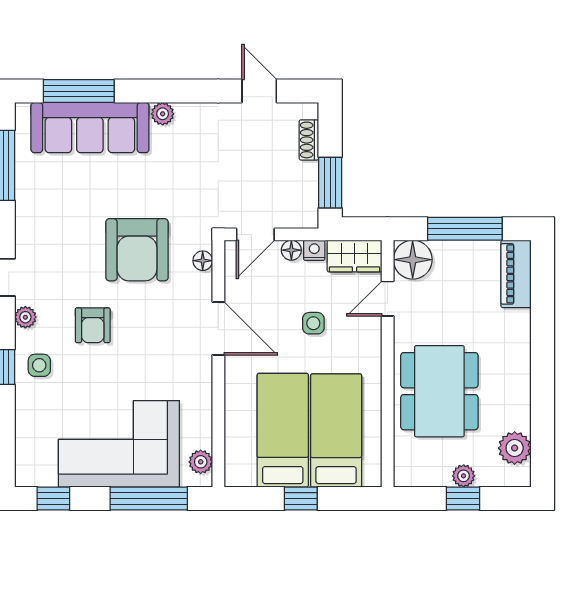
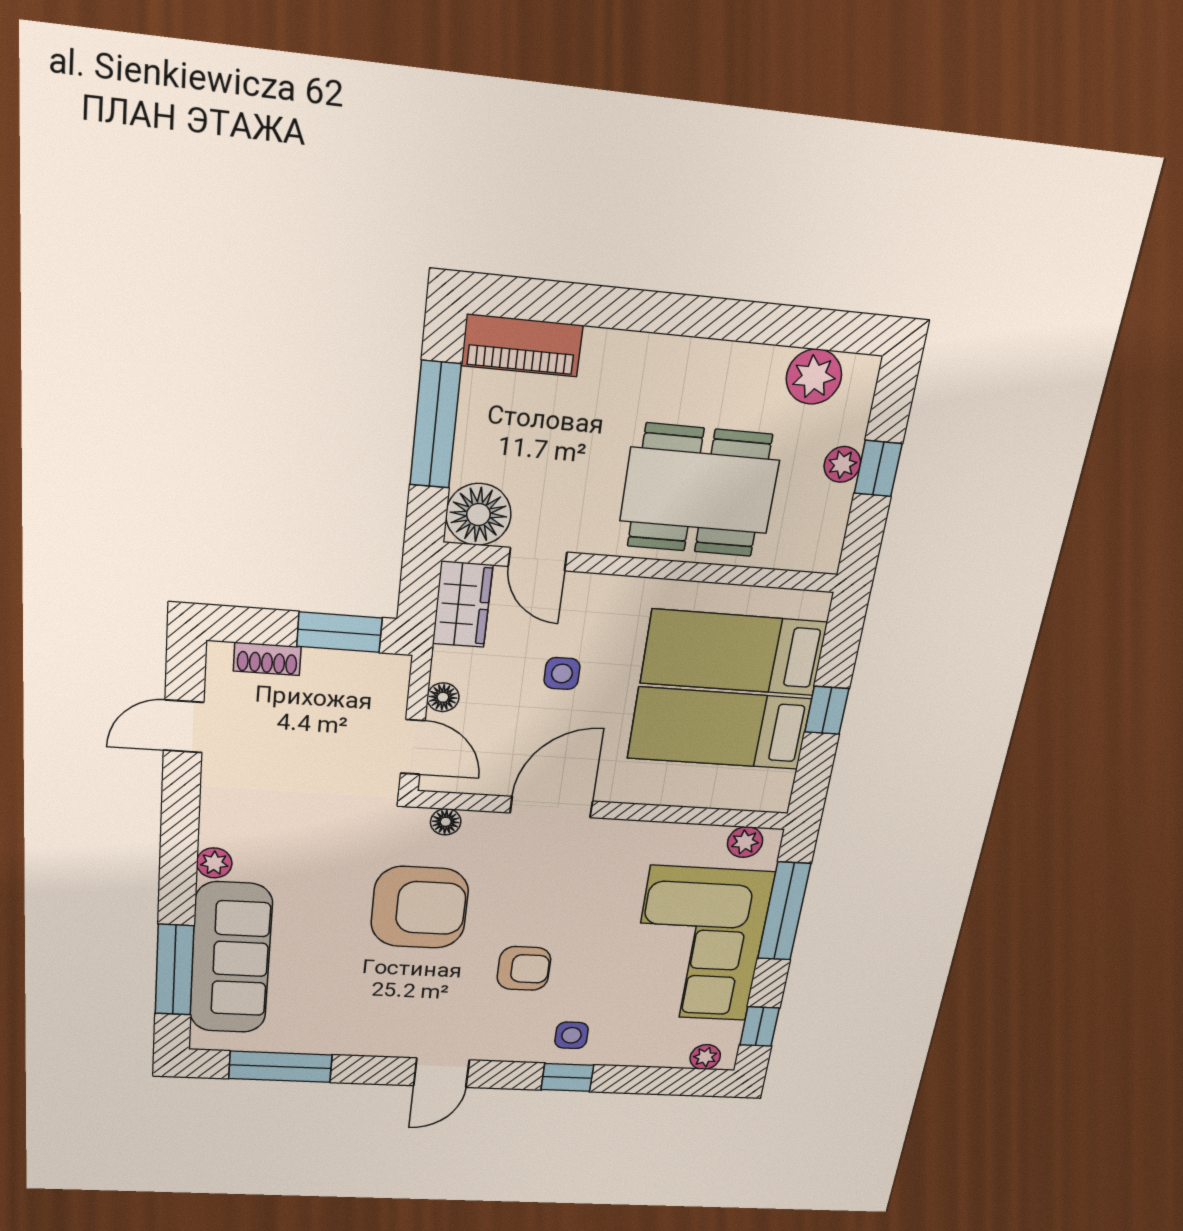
nightstand: (314, 250) -> (447, 664), removed
plant: (25, 317) -> (705, 1057), moved

